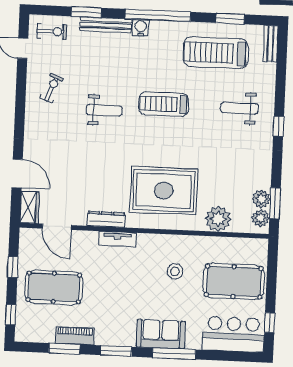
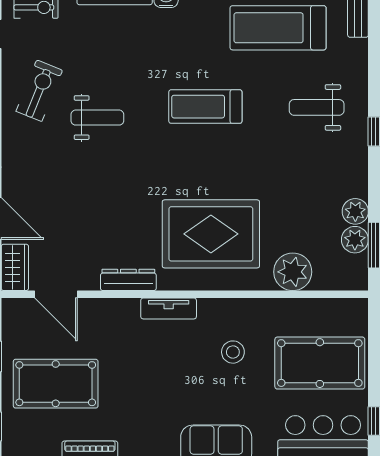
exercise bike: (52, 88) -> (39, 91), width x1.38, depth x1.39
weight bench: (104, 110) -> (97, 118), moved
plant: (261, 218) -> (355, 211), moved
tv unit: (118, 239) -> (169, 308), moved

